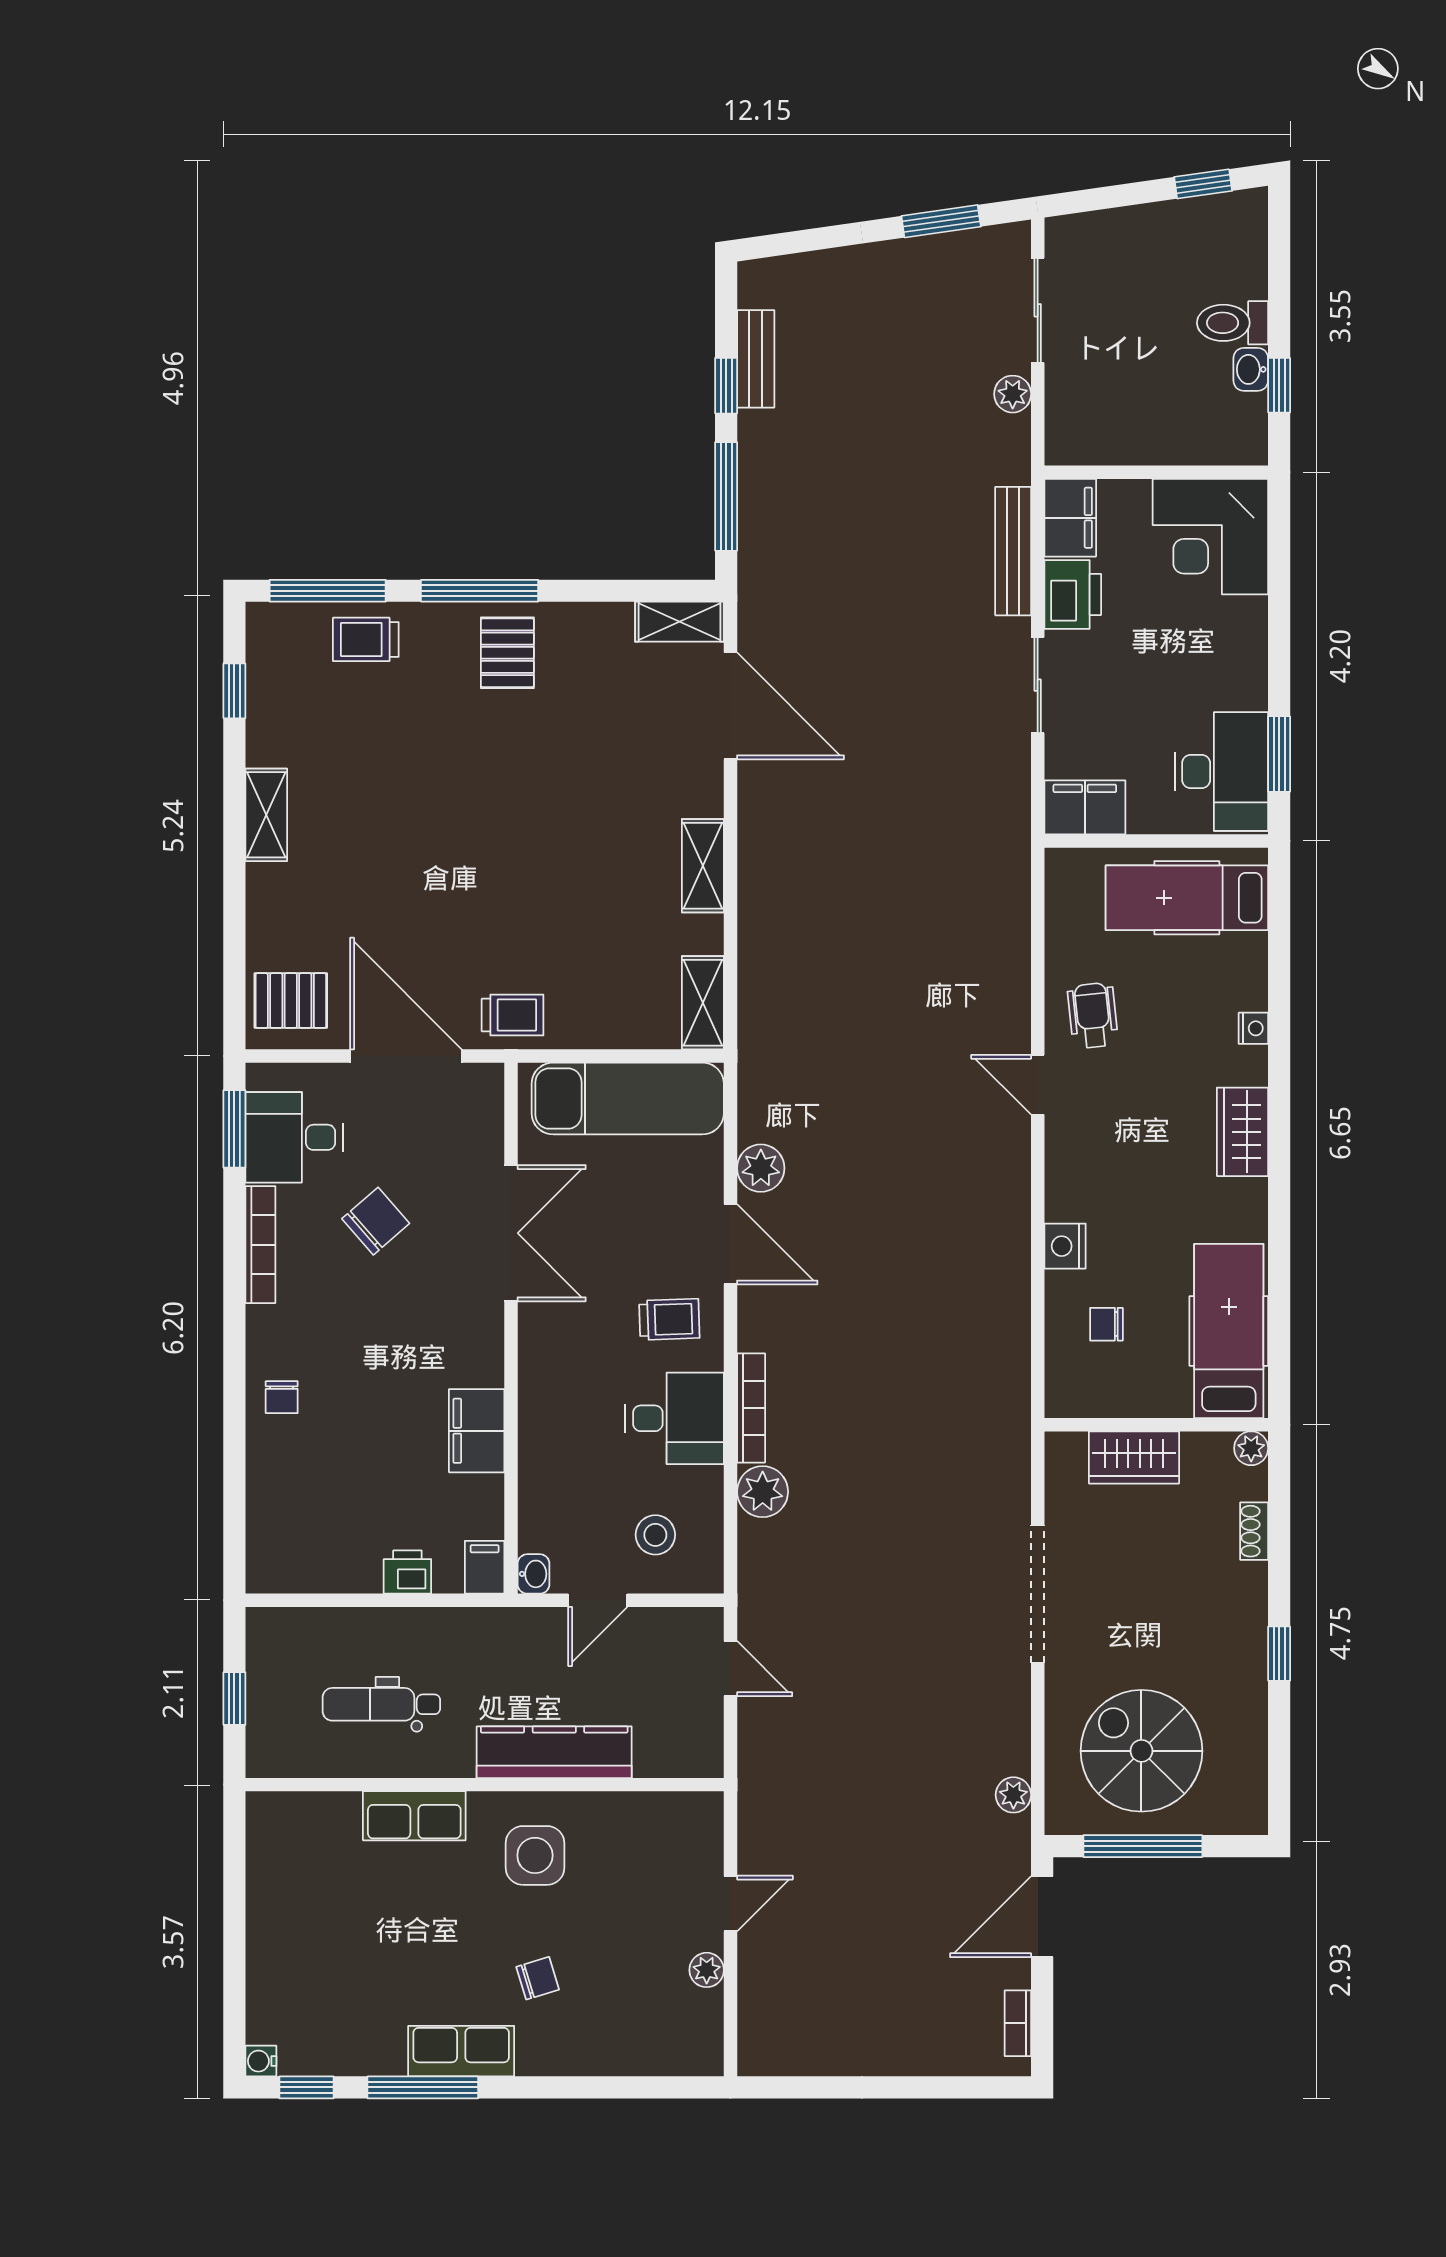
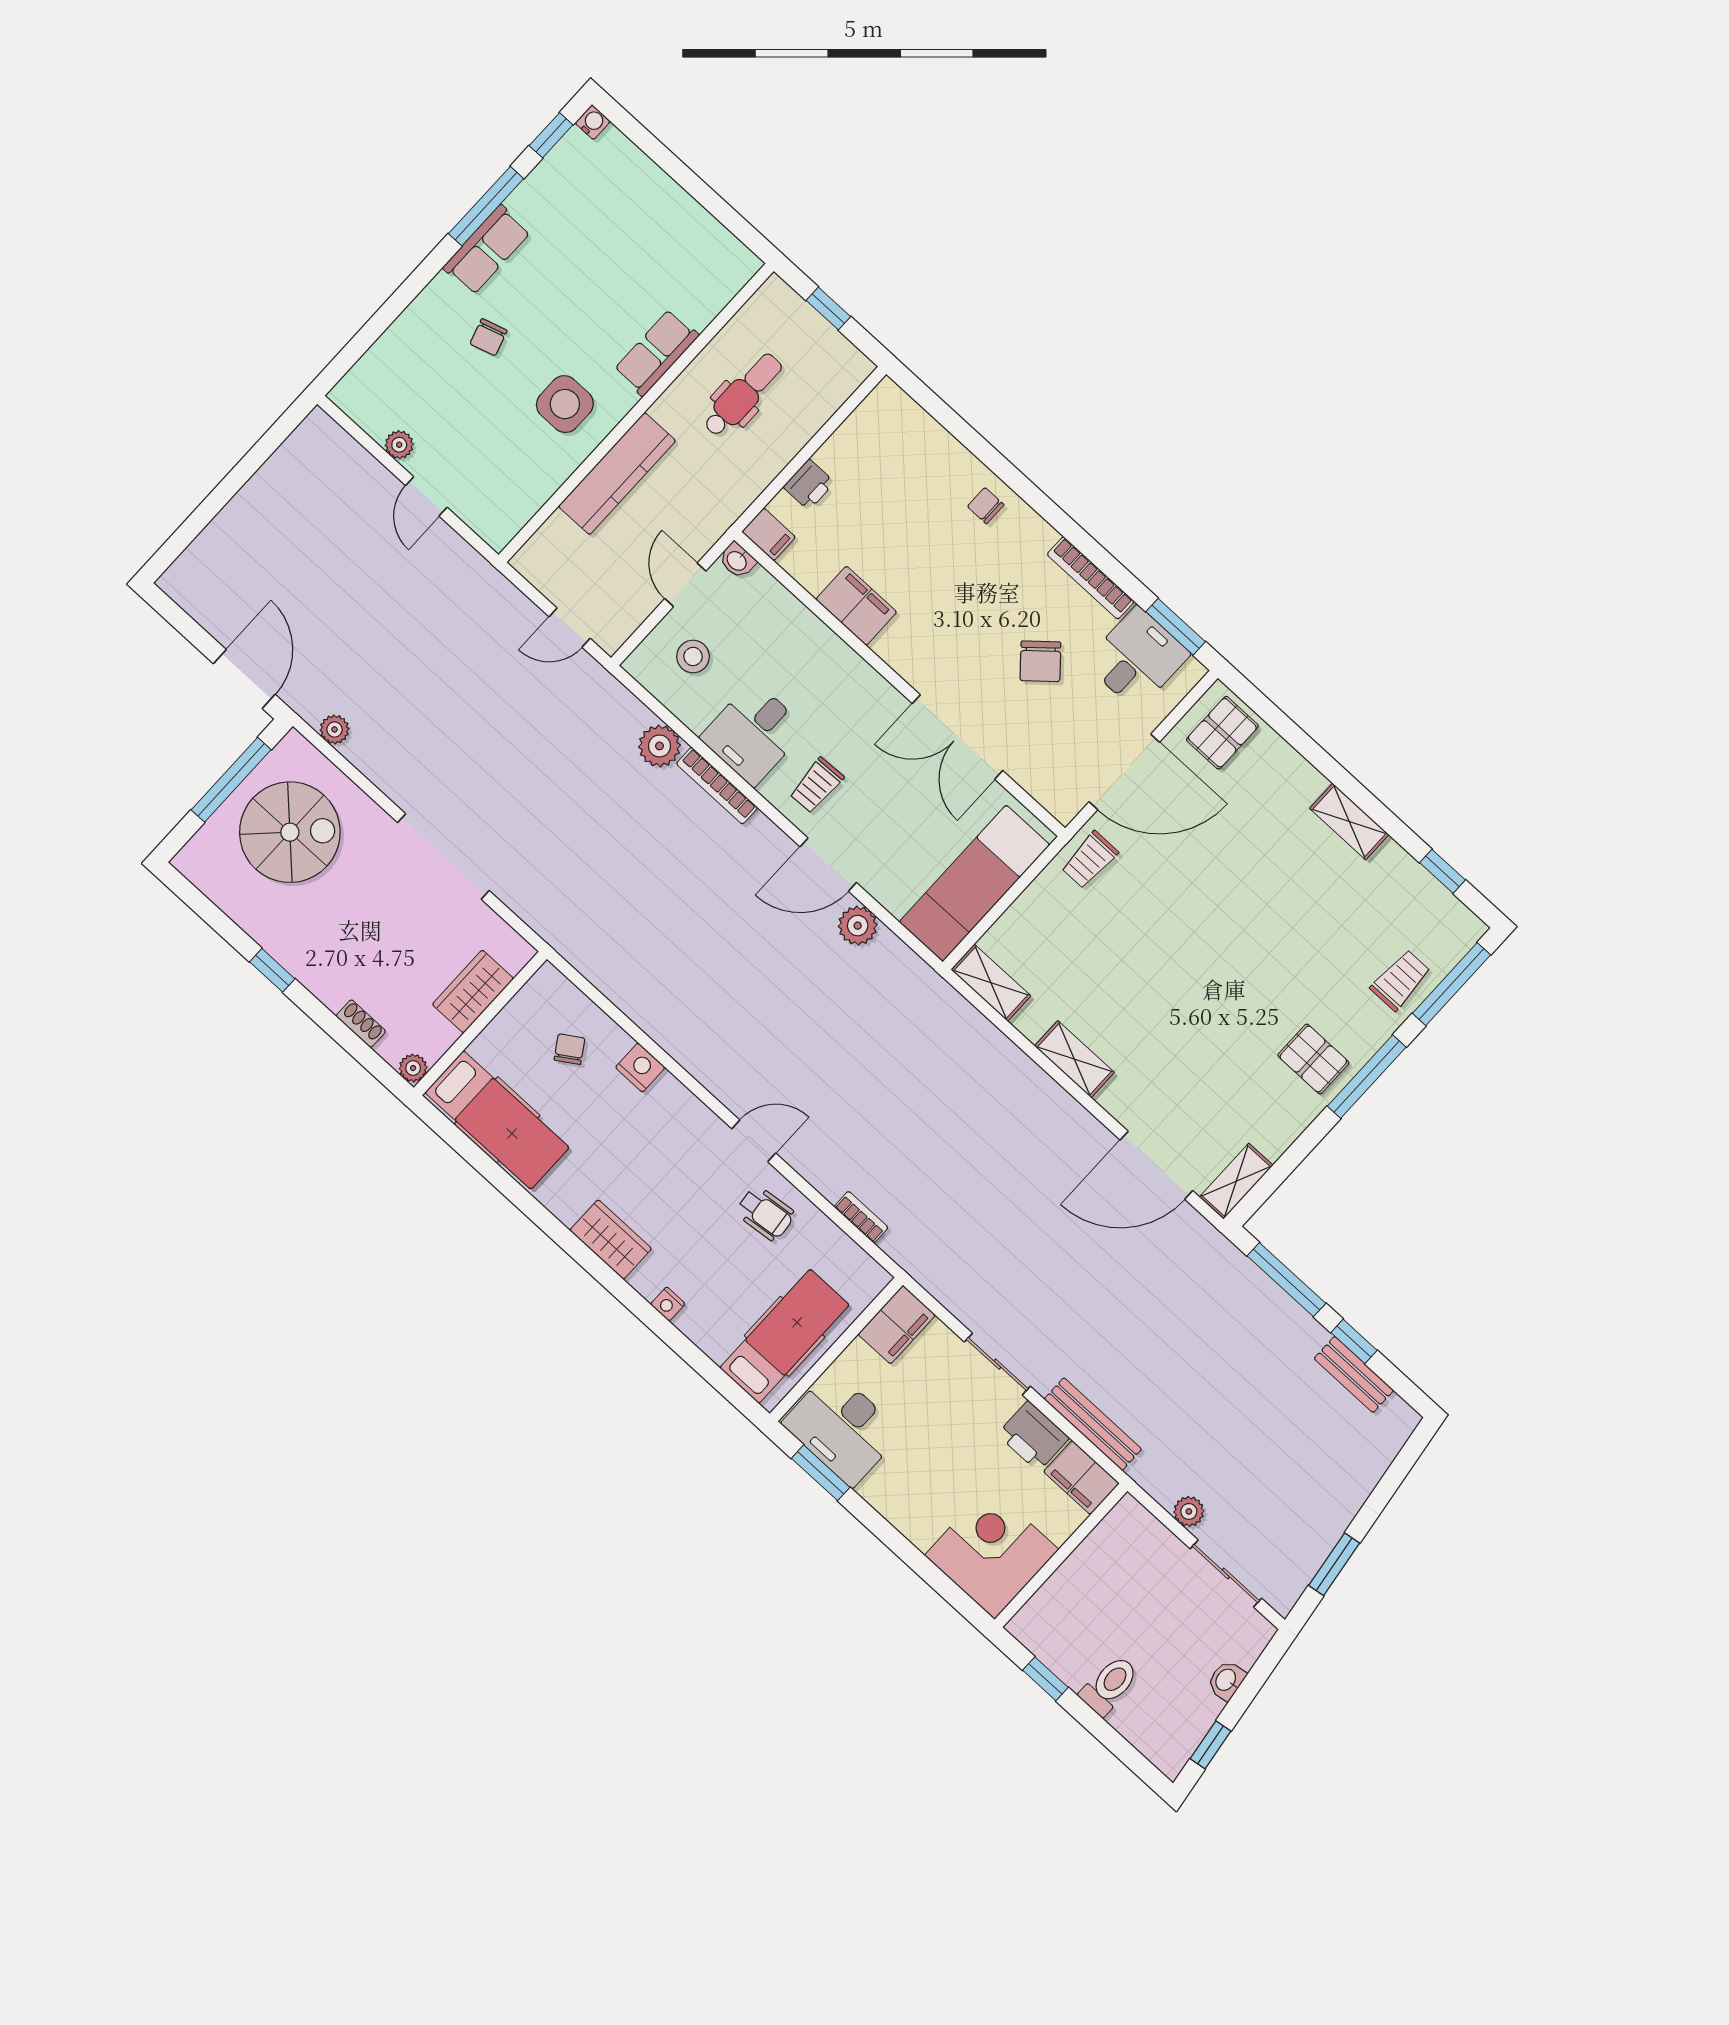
washbasin: (1251, 369) -> (1226, 1680), moved, turned -98
chair: (1106, 1324) -> (570, 1049), turned -33
bookcase: (1018, 2023) -> (861, 1217), moved

